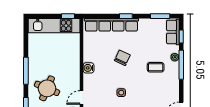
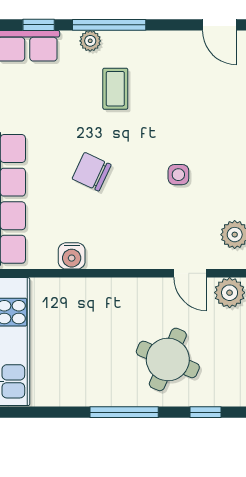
water cooler: (89, 68) -> (72, 256), moved

